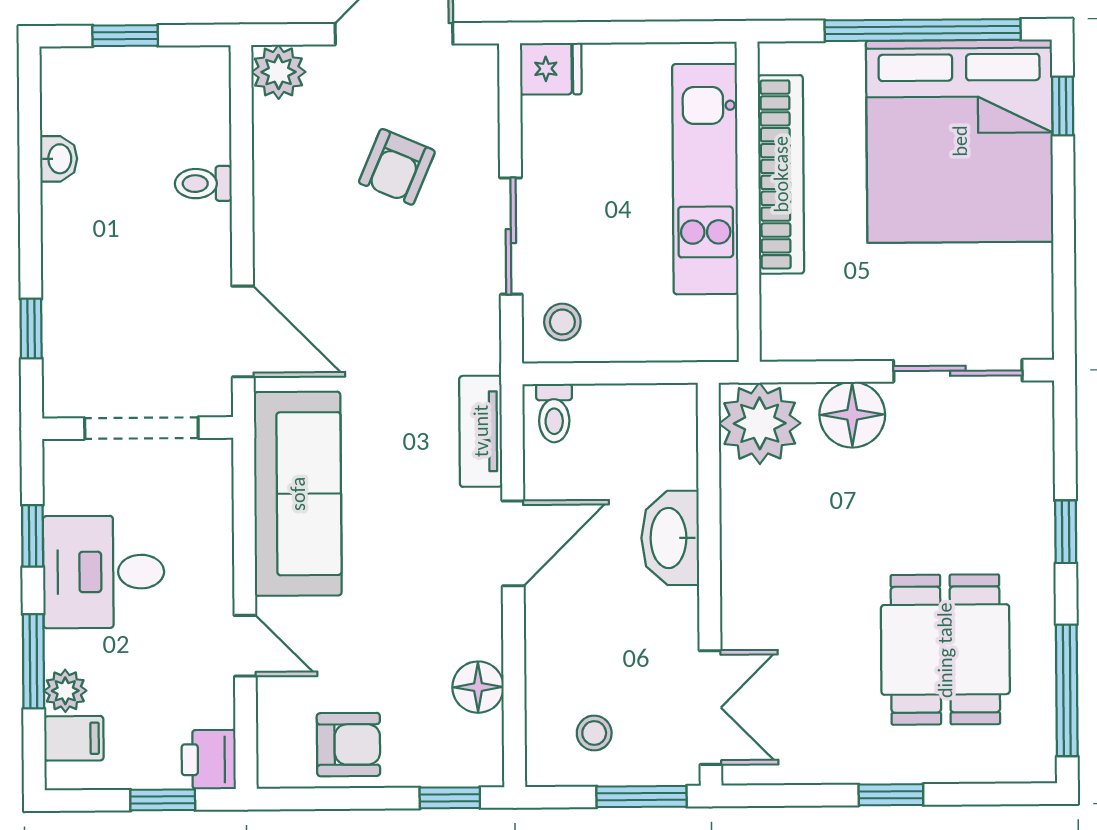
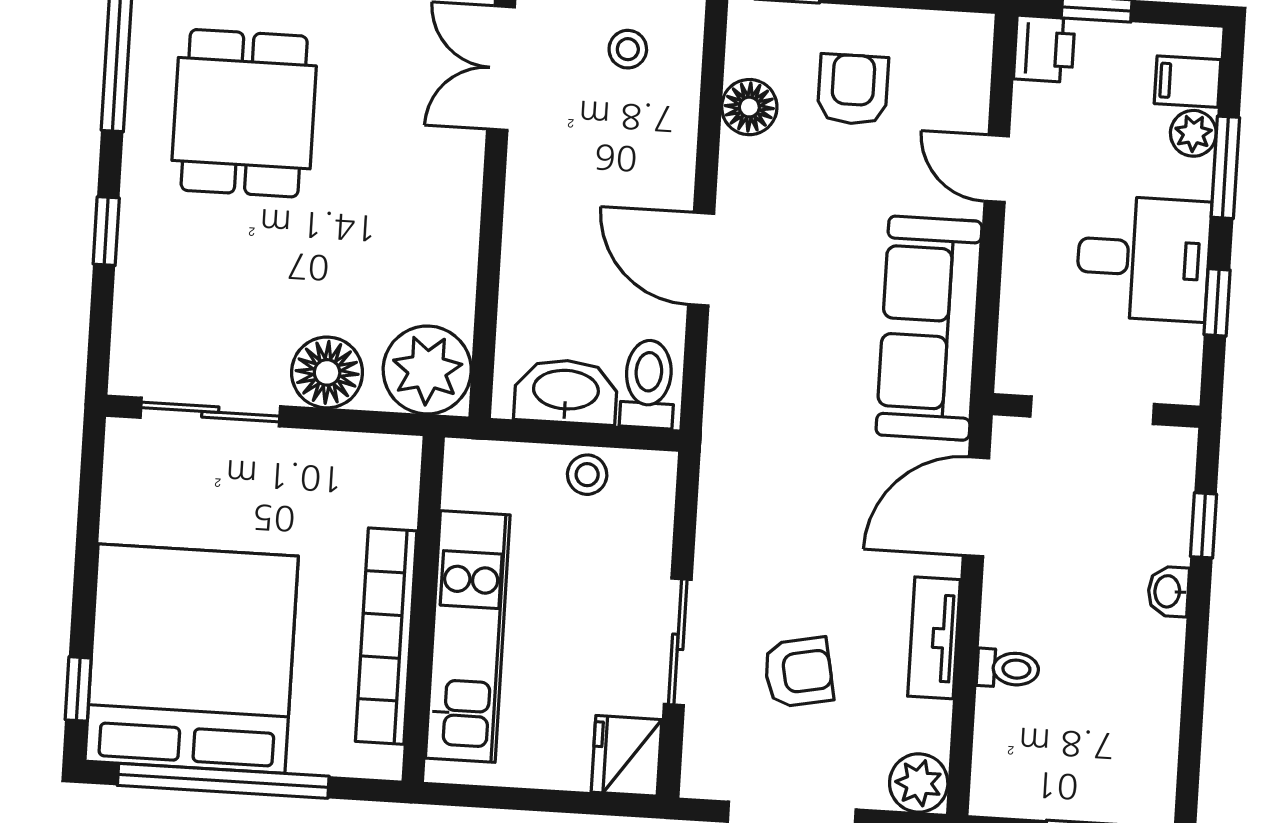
fridge: (551, 69) -> (626, 756), width x1.38
washbasin: (59, 159) -> (1168, 591), moved
armchair: (397, 167) -> (798, 672), turned 56
sliding door: (511, 236) -> (678, 642), moved
stool: (562, 322) -> (587, 475), moved
door: (243, 331) -> (976, 507), hinge flipped
toilet: (554, 413) -> (648, 384), width x1.37, depth x1.39
tv unit: (481, 431) -> (934, 638), moved, turned 180
washbasin: (670, 538) -> (566, 392), moved, turned -90
door: (513, 543) -> (701, 259), hinge flipped
armchair: (348, 745) -> (853, 89), moved, turned 90

